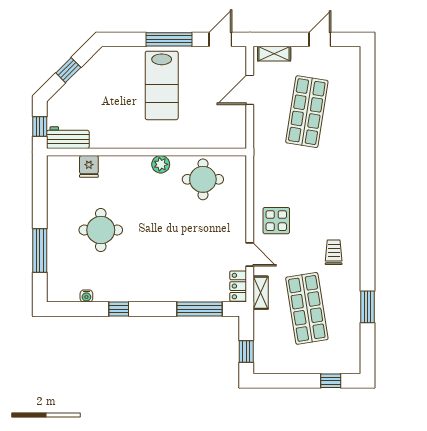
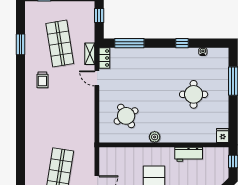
workbench: (68, 138) -> (189, 154), moved
fridge: (89, 166) -> (223, 136), moved
round table: (203, 179) -> (126, 116), moved, turned -31
display table: (276, 221) -> (80, 100), removed

